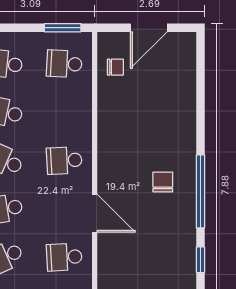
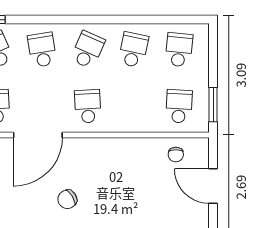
chair: (163, 182) -> (67, 199), turned 148
door: (95, 213) -> (38, 135), width x1.36

